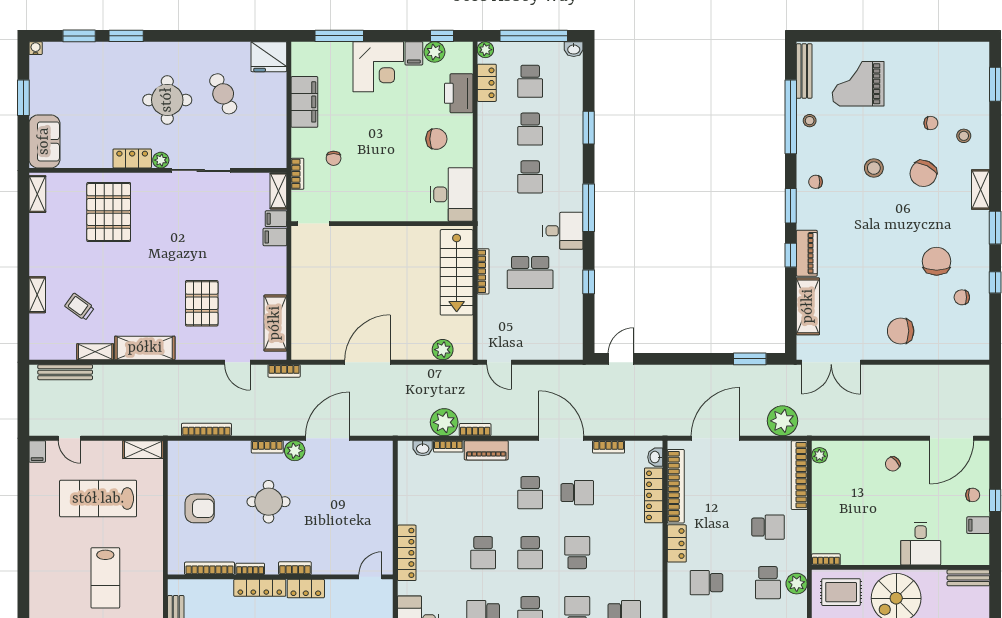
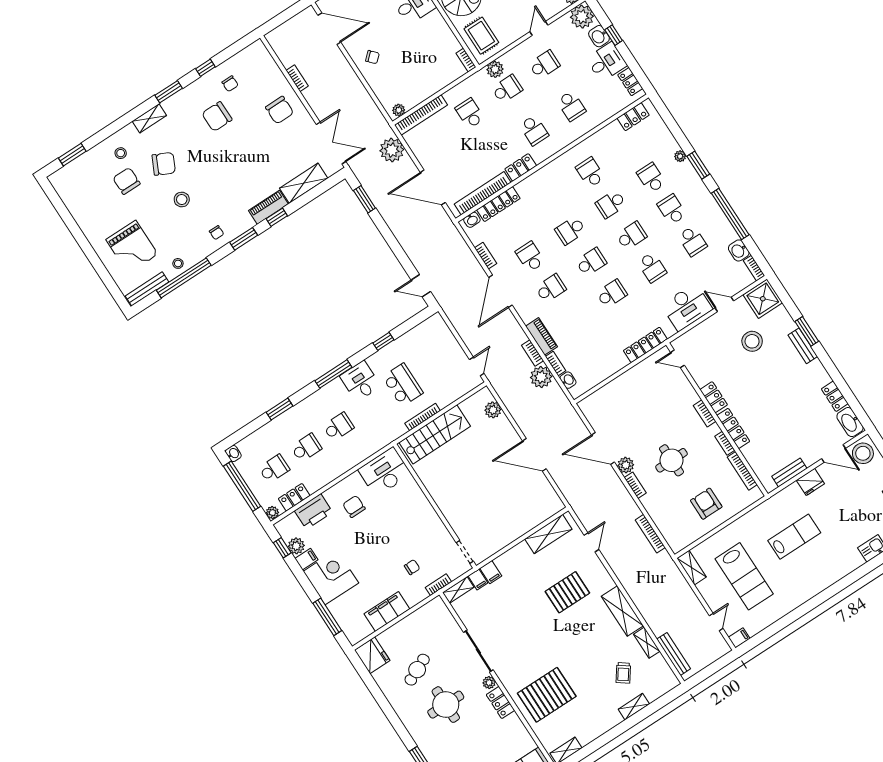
chair: (931, 123) -> (126, 181), width x1.87, depth x1.87
bookcase: (284, 371) -> (297, 78), moved

